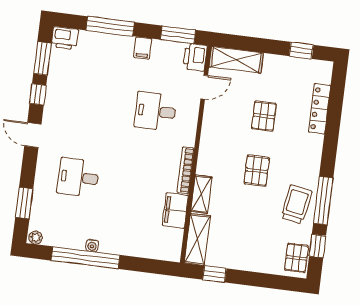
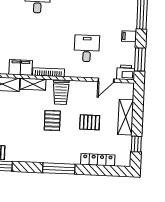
shelving: (236, 60) -> (126, 117), moved
door: (204, 87) -> (106, 80), hinge flipped
pallet: (257, 171) -> (52, 121), turned 90
window: (323, 201) -> (59, 168), moved
trolley: (296, 204) -> (61, 93), moved, turned 80

